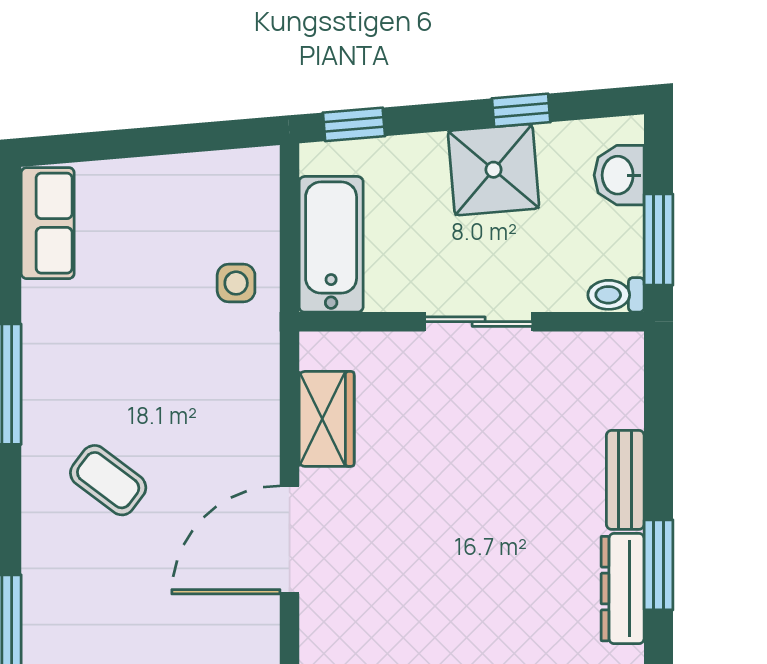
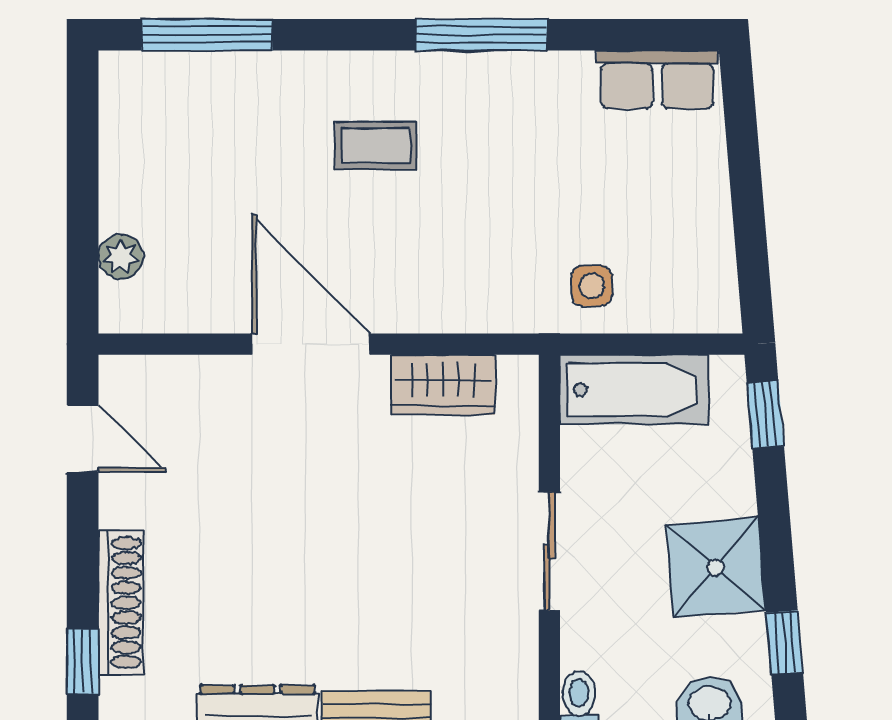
window: (521, 110) -> (784, 642), moved
coffee table: (108, 480) -> (376, 146), turned 53

